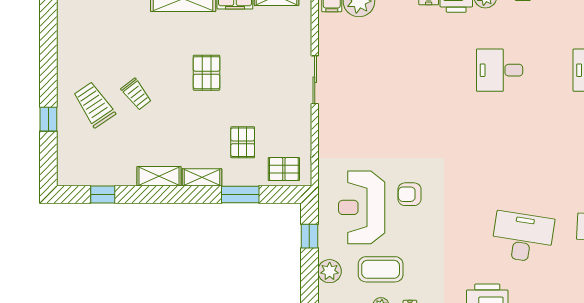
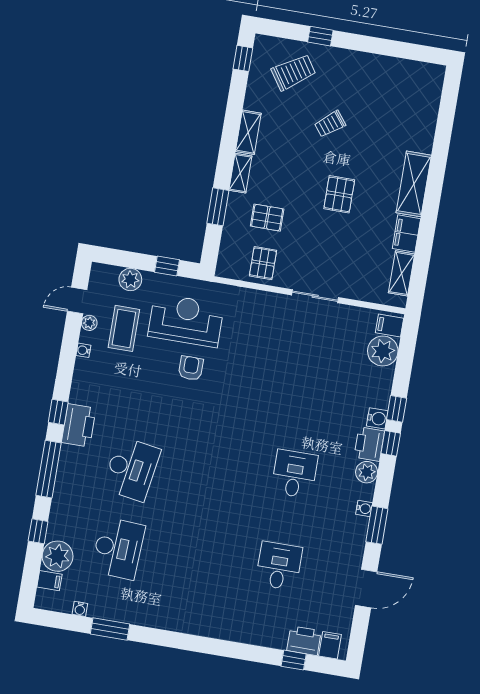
pallet: (207, 73) -> (339, 194), turned 90
trolley: (94, 105) -> (294, 72), moved
pallet: (284, 169) -> (263, 263), moved
window: (103, 194) -> (243, 58), moved

